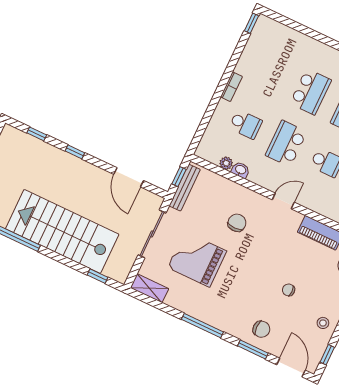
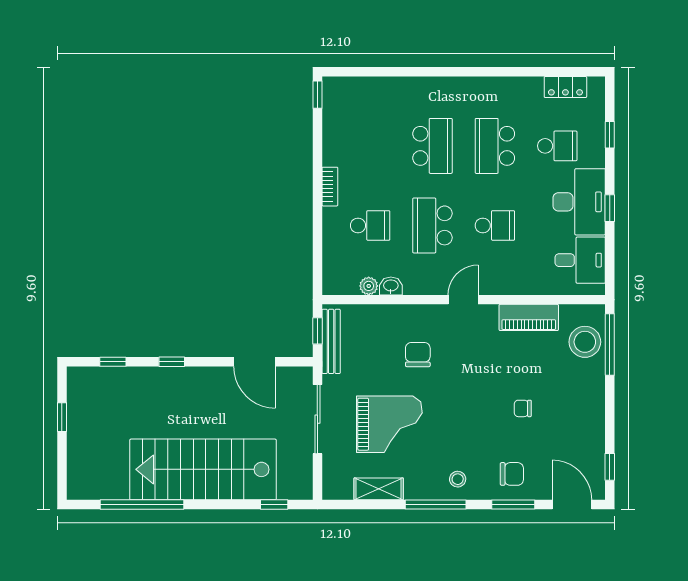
grand piano: (197, 259) -> (389, 424), turned 180
shelving: (149, 288) -> (379, 489), moved
stool: (323, 323) -> (458, 479), moved

